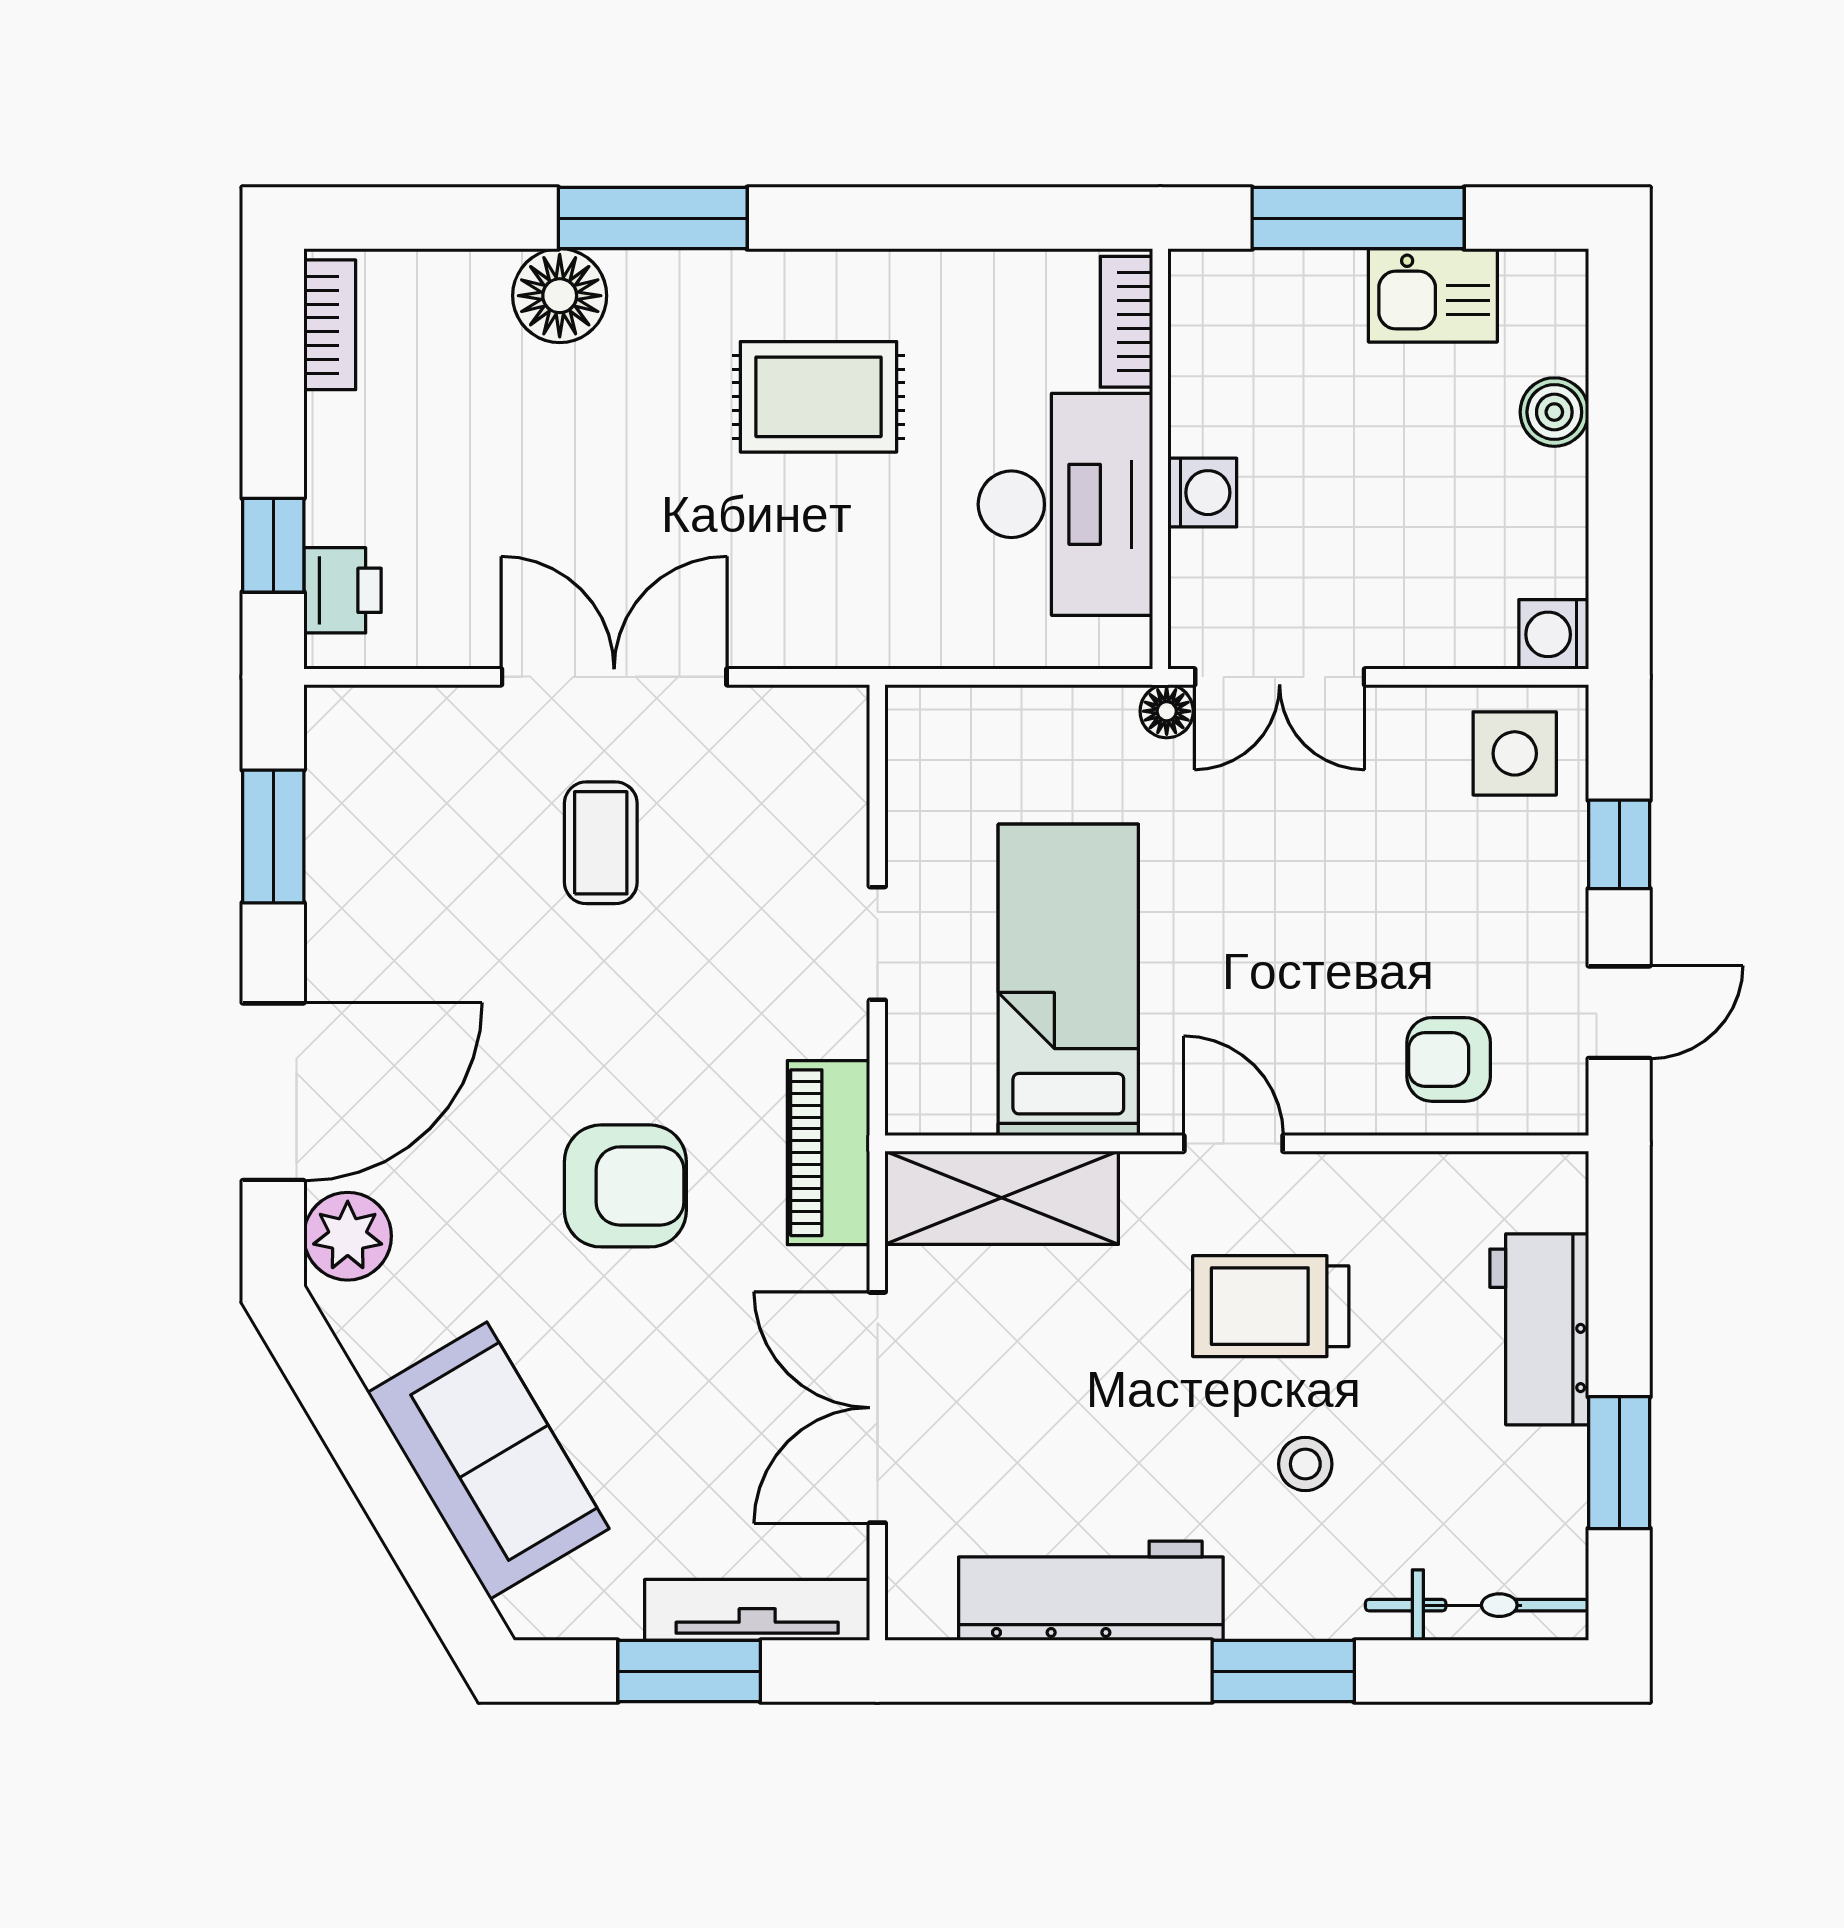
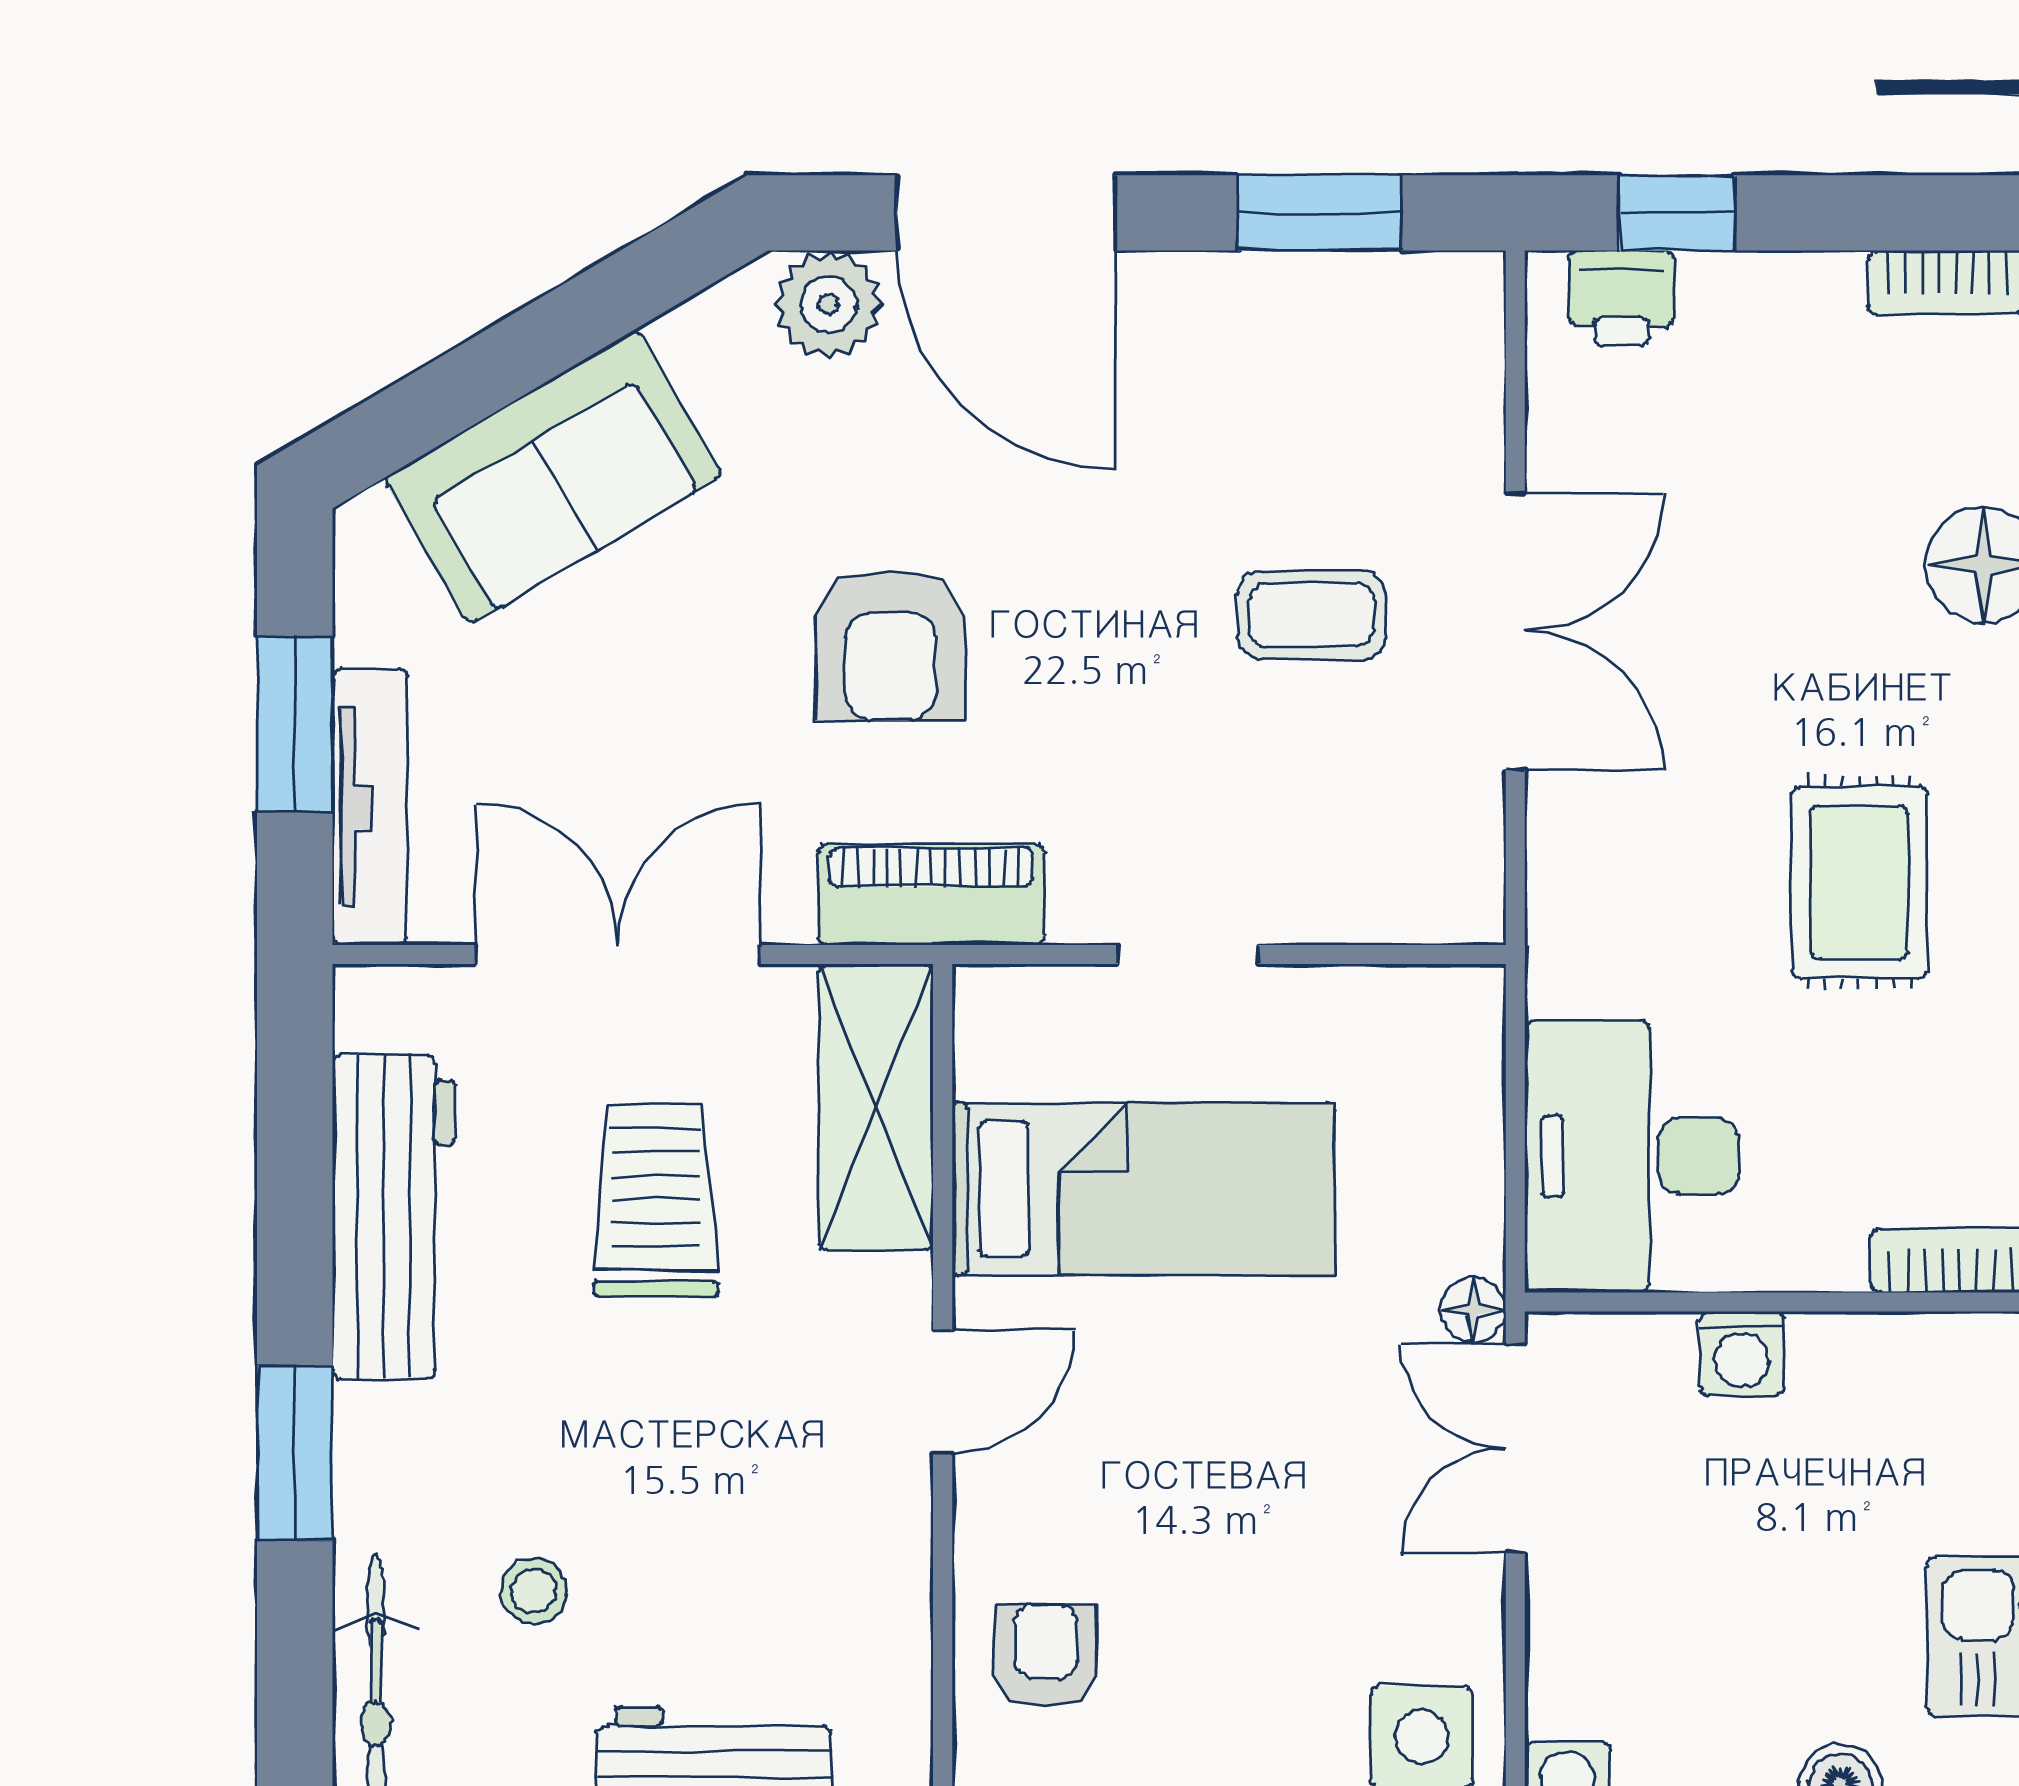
desk: (1065, 504) -> (1632, 1156), moved, turned 90
trolley: (1271, 1306) -> (656, 1201), moved
stool: (1305, 1464) -> (534, 1591), moved

